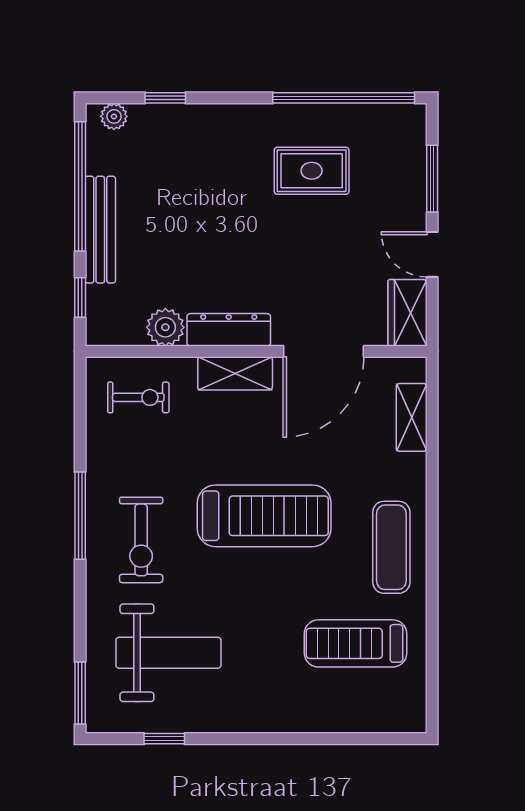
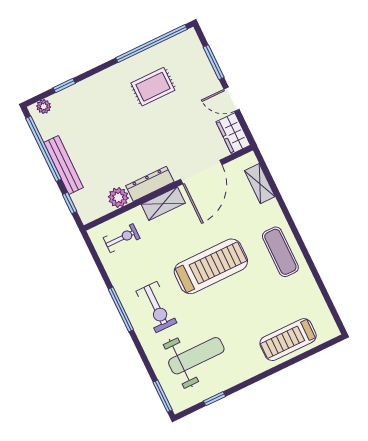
treadmill: (355, 643) -> (288, 340), moved

